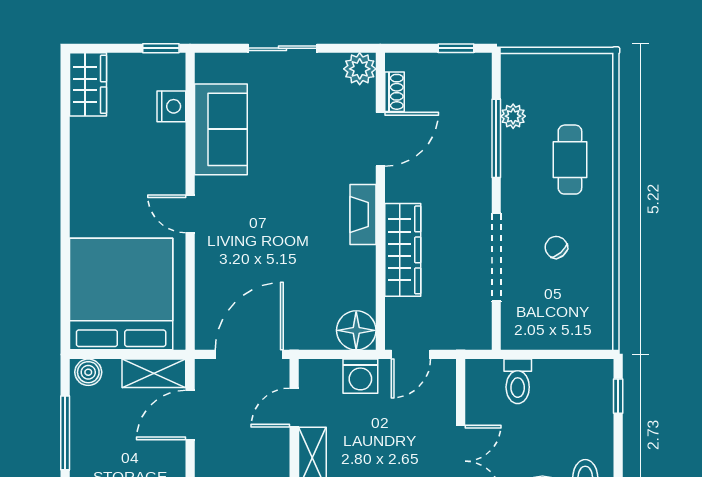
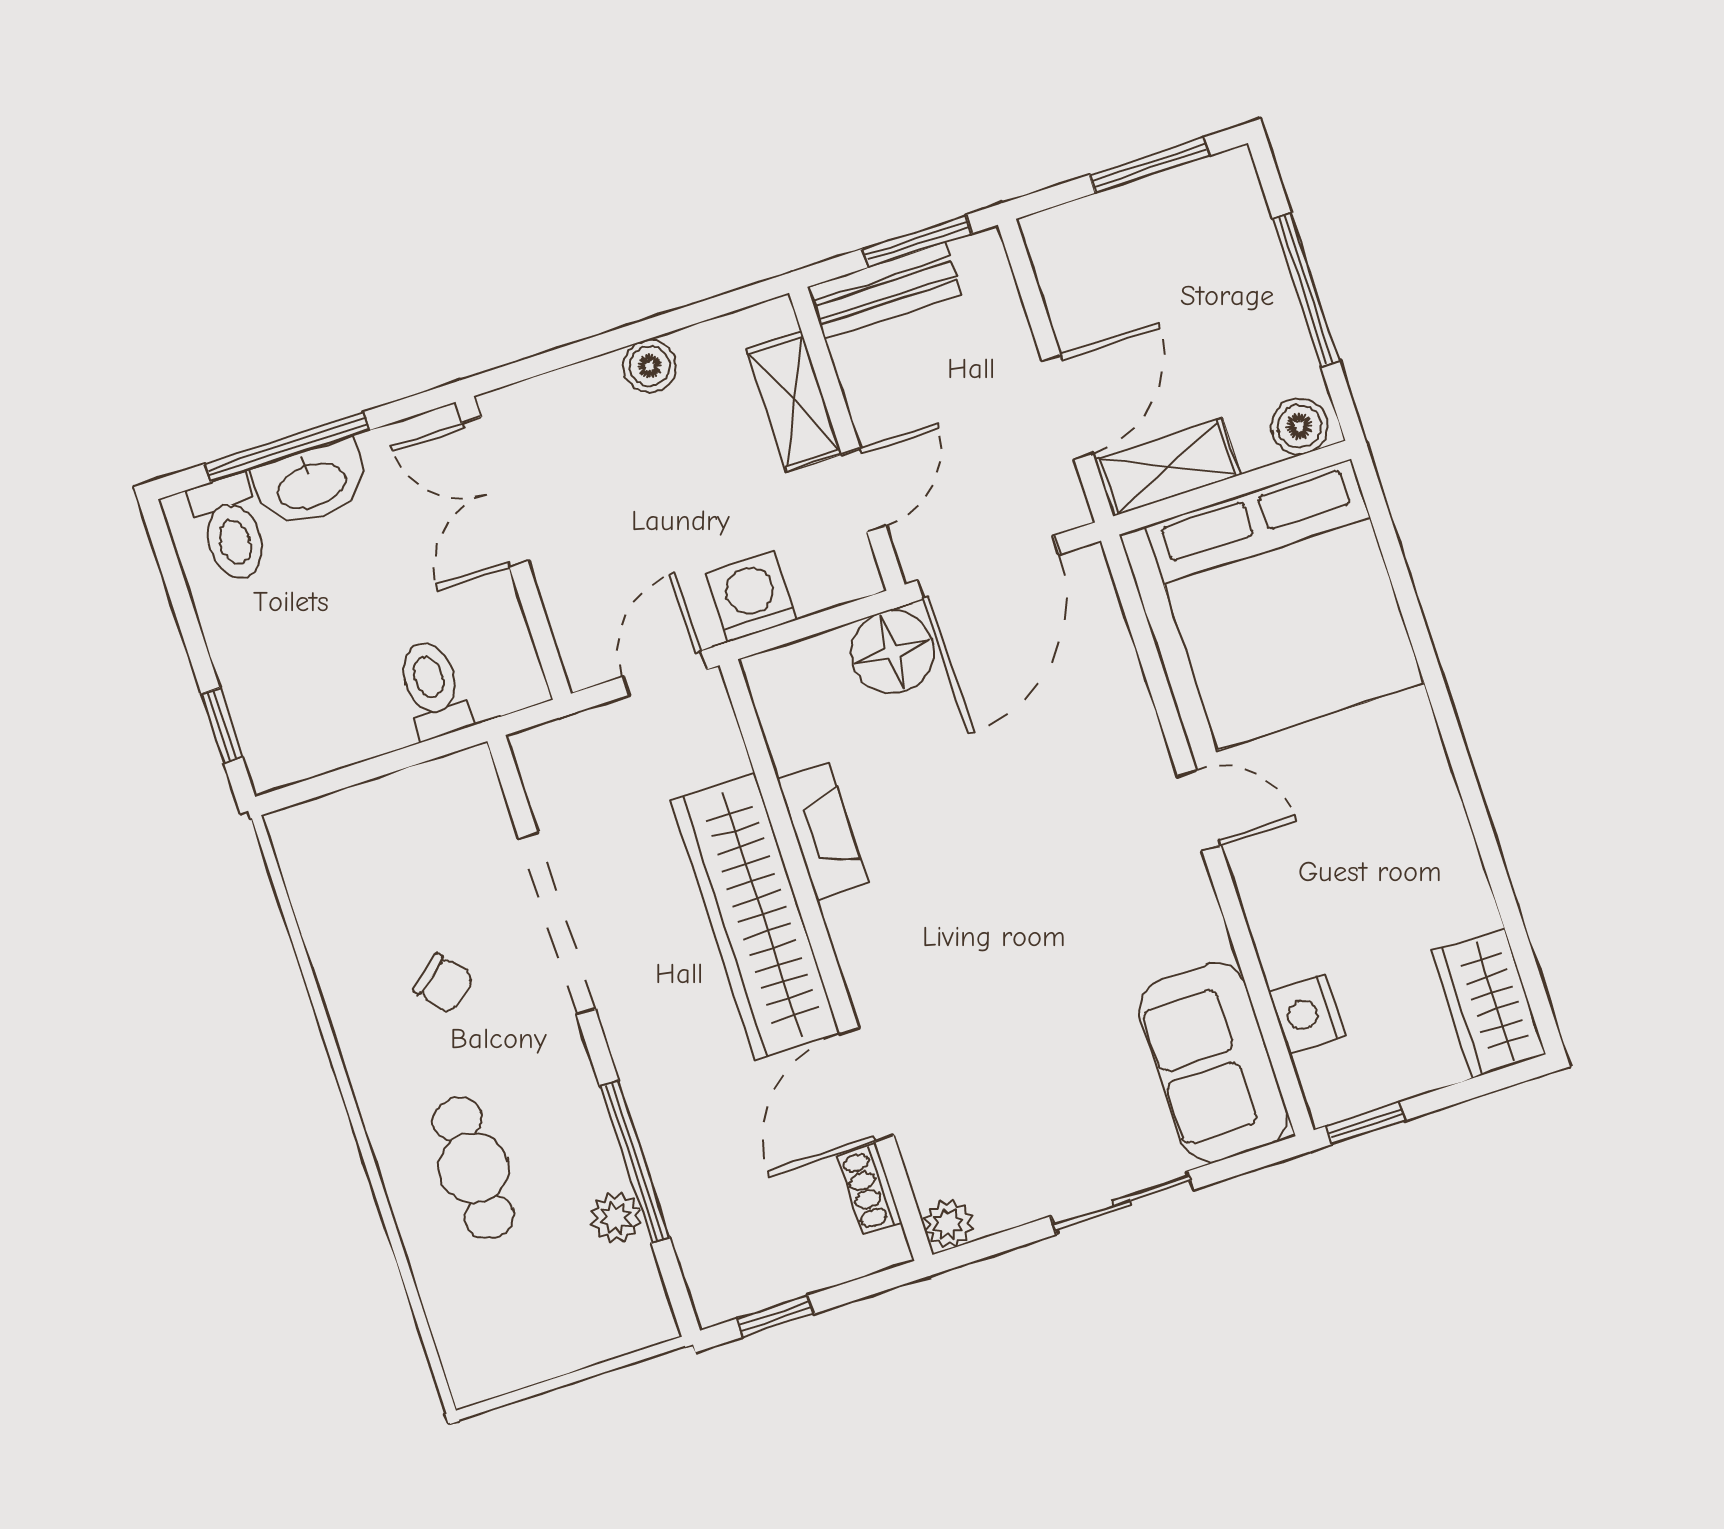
plant: (360, 69) -> (948, 1224), width x0.73, depth x0.73
sofa: (221, 129) -> (1213, 1062), moved
fireplace: (363, 214) -> (822, 831), moved
wardrobe: (403, 250) -> (755, 917), width x1.40, depth x1.17
floor lamp: (356, 330) -> (892, 652), moved

